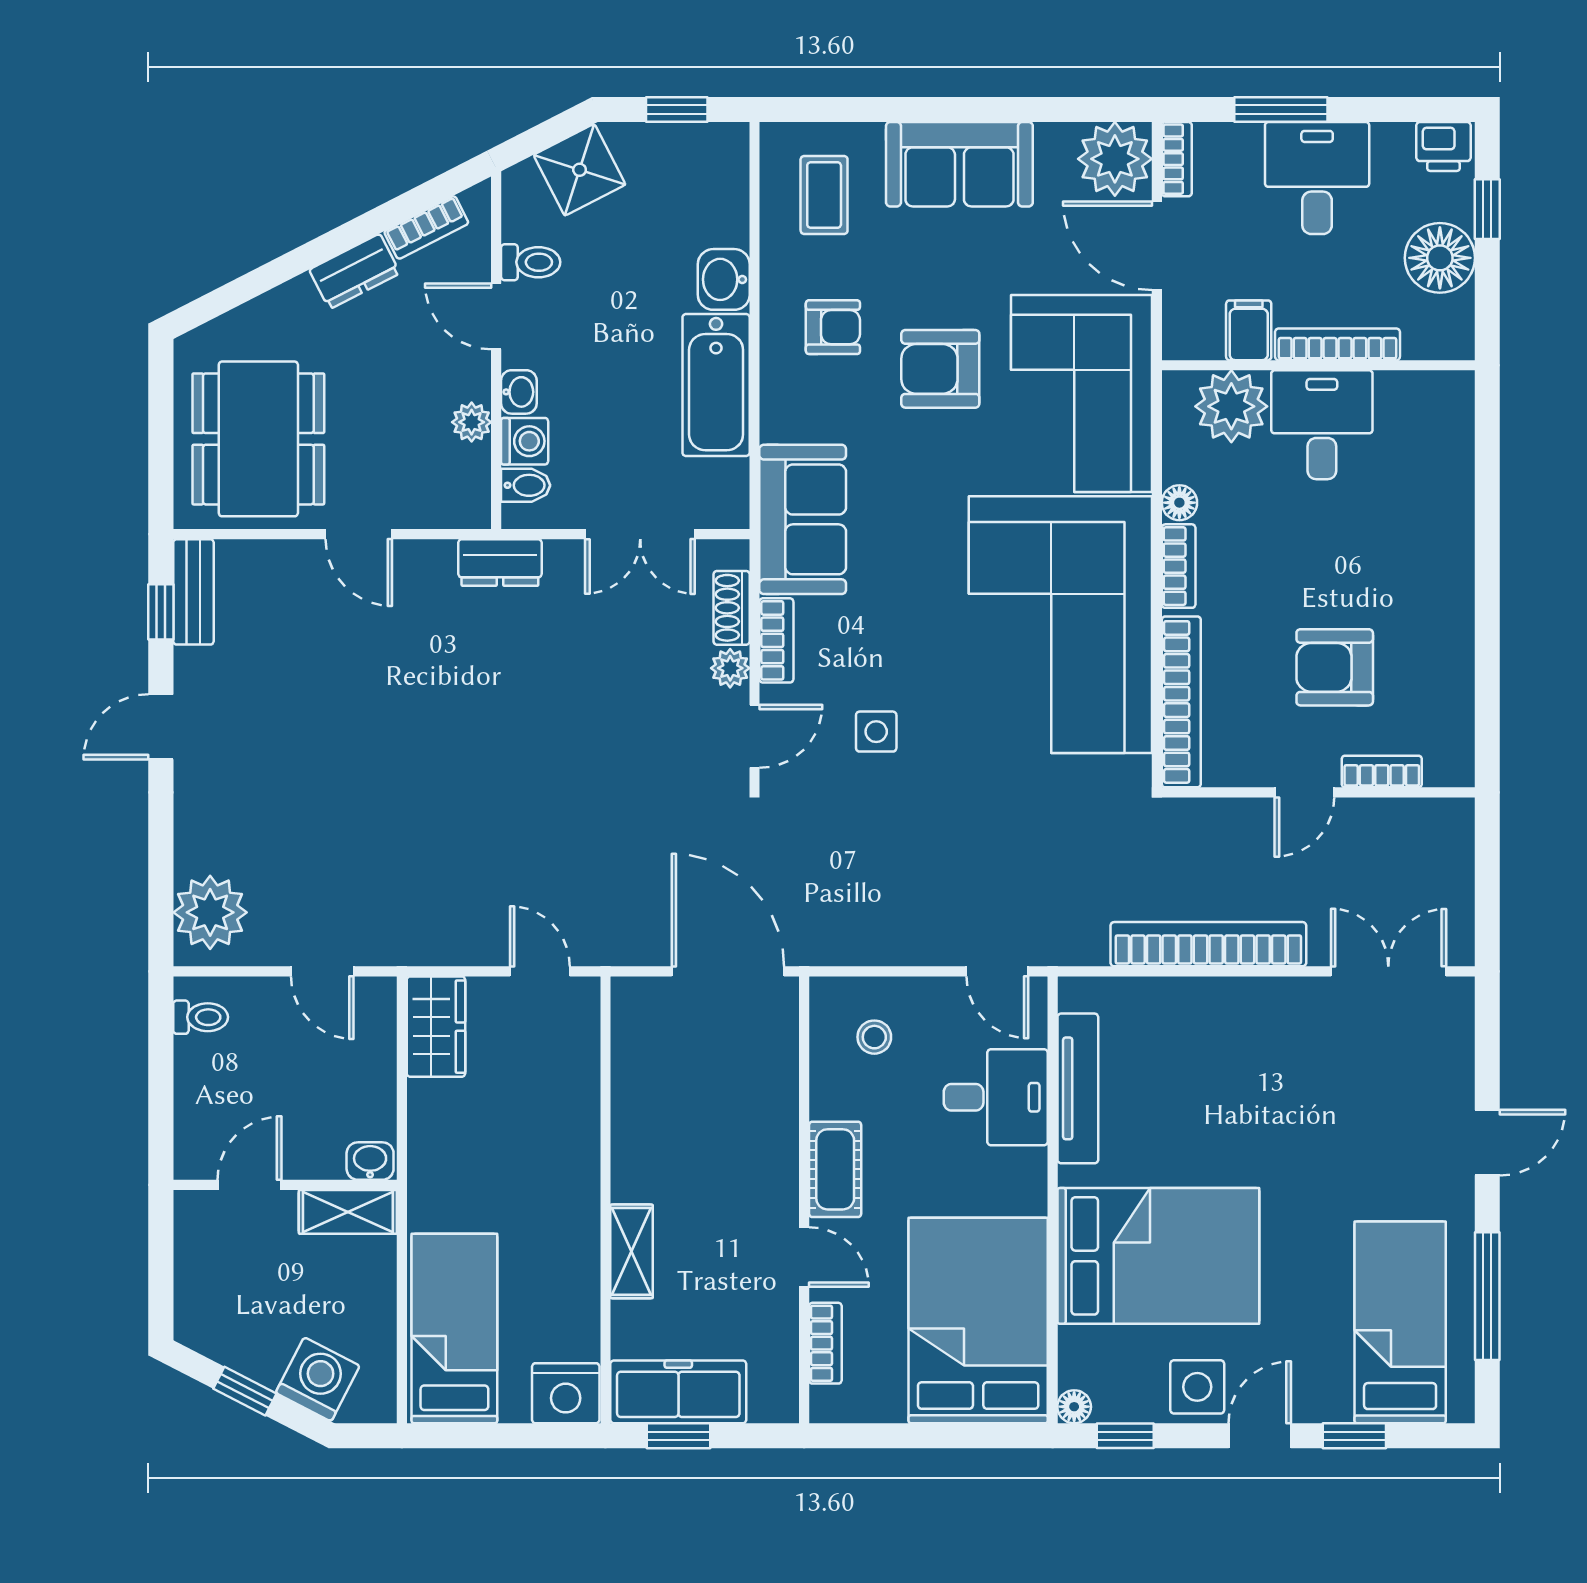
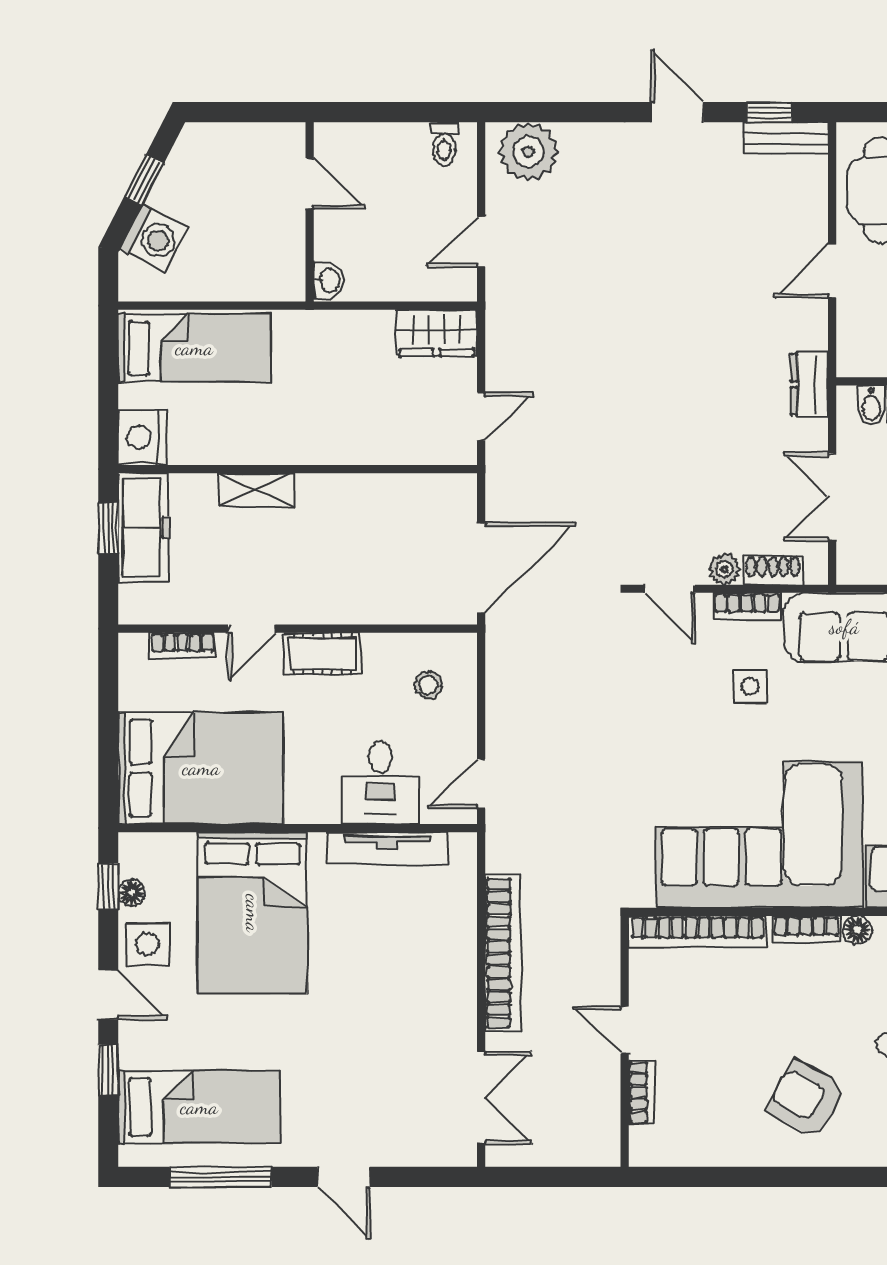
armchair: (1335, 667) -> (806, 1099), moved, turned -61
side table: (876, 732) -> (750, 687), moved
shelving: (348, 1212) -> (288, 262), removed
floor lamp: (1074, 1407) -> (132, 893), moved

